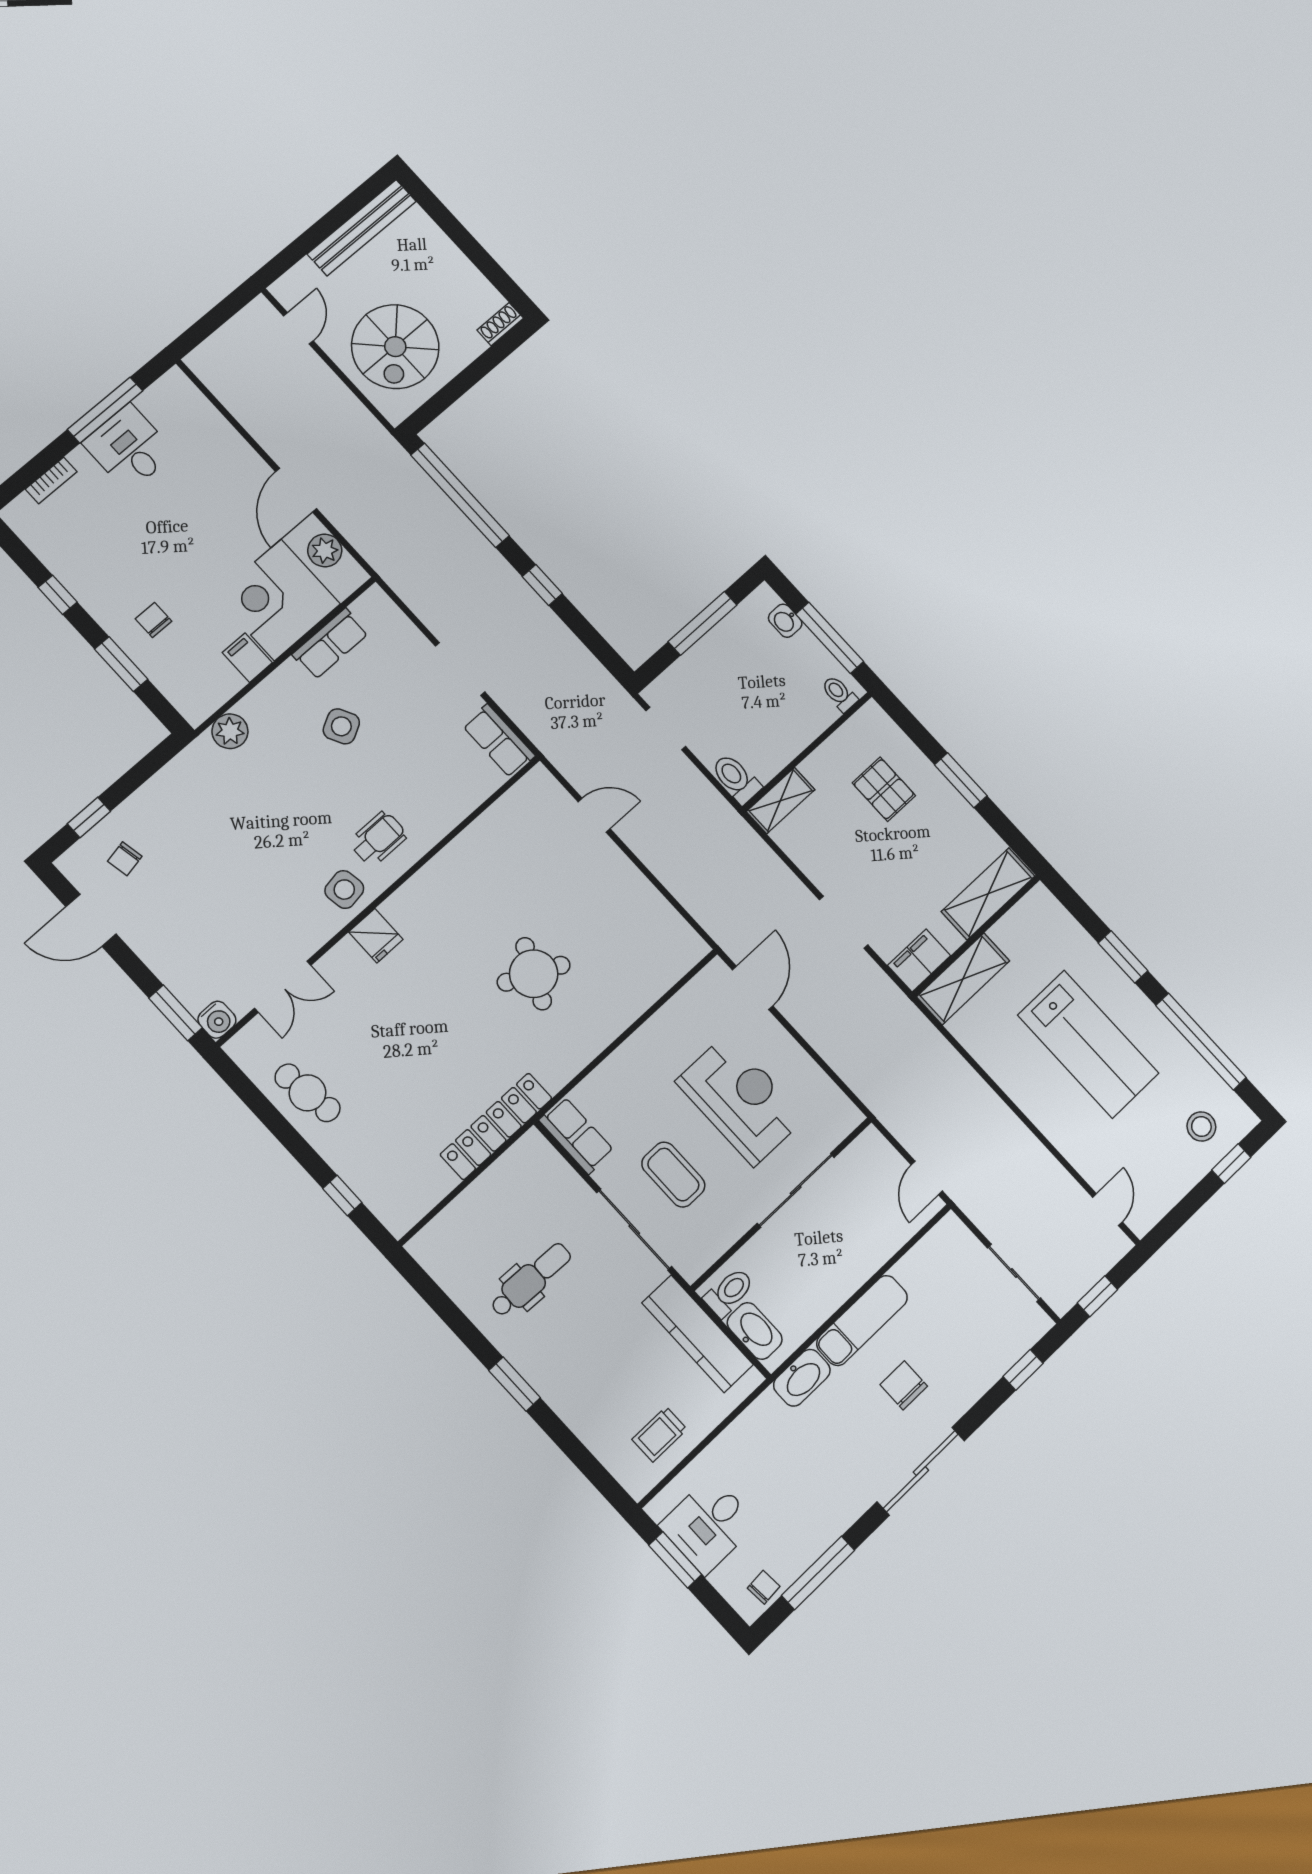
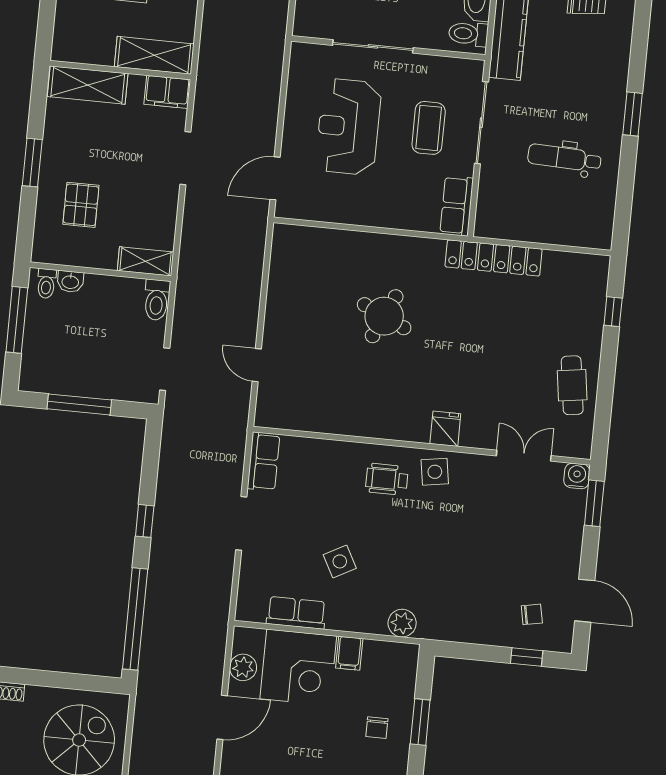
washbasin: (785, 621) -> (70, 282), moved, turned 90

